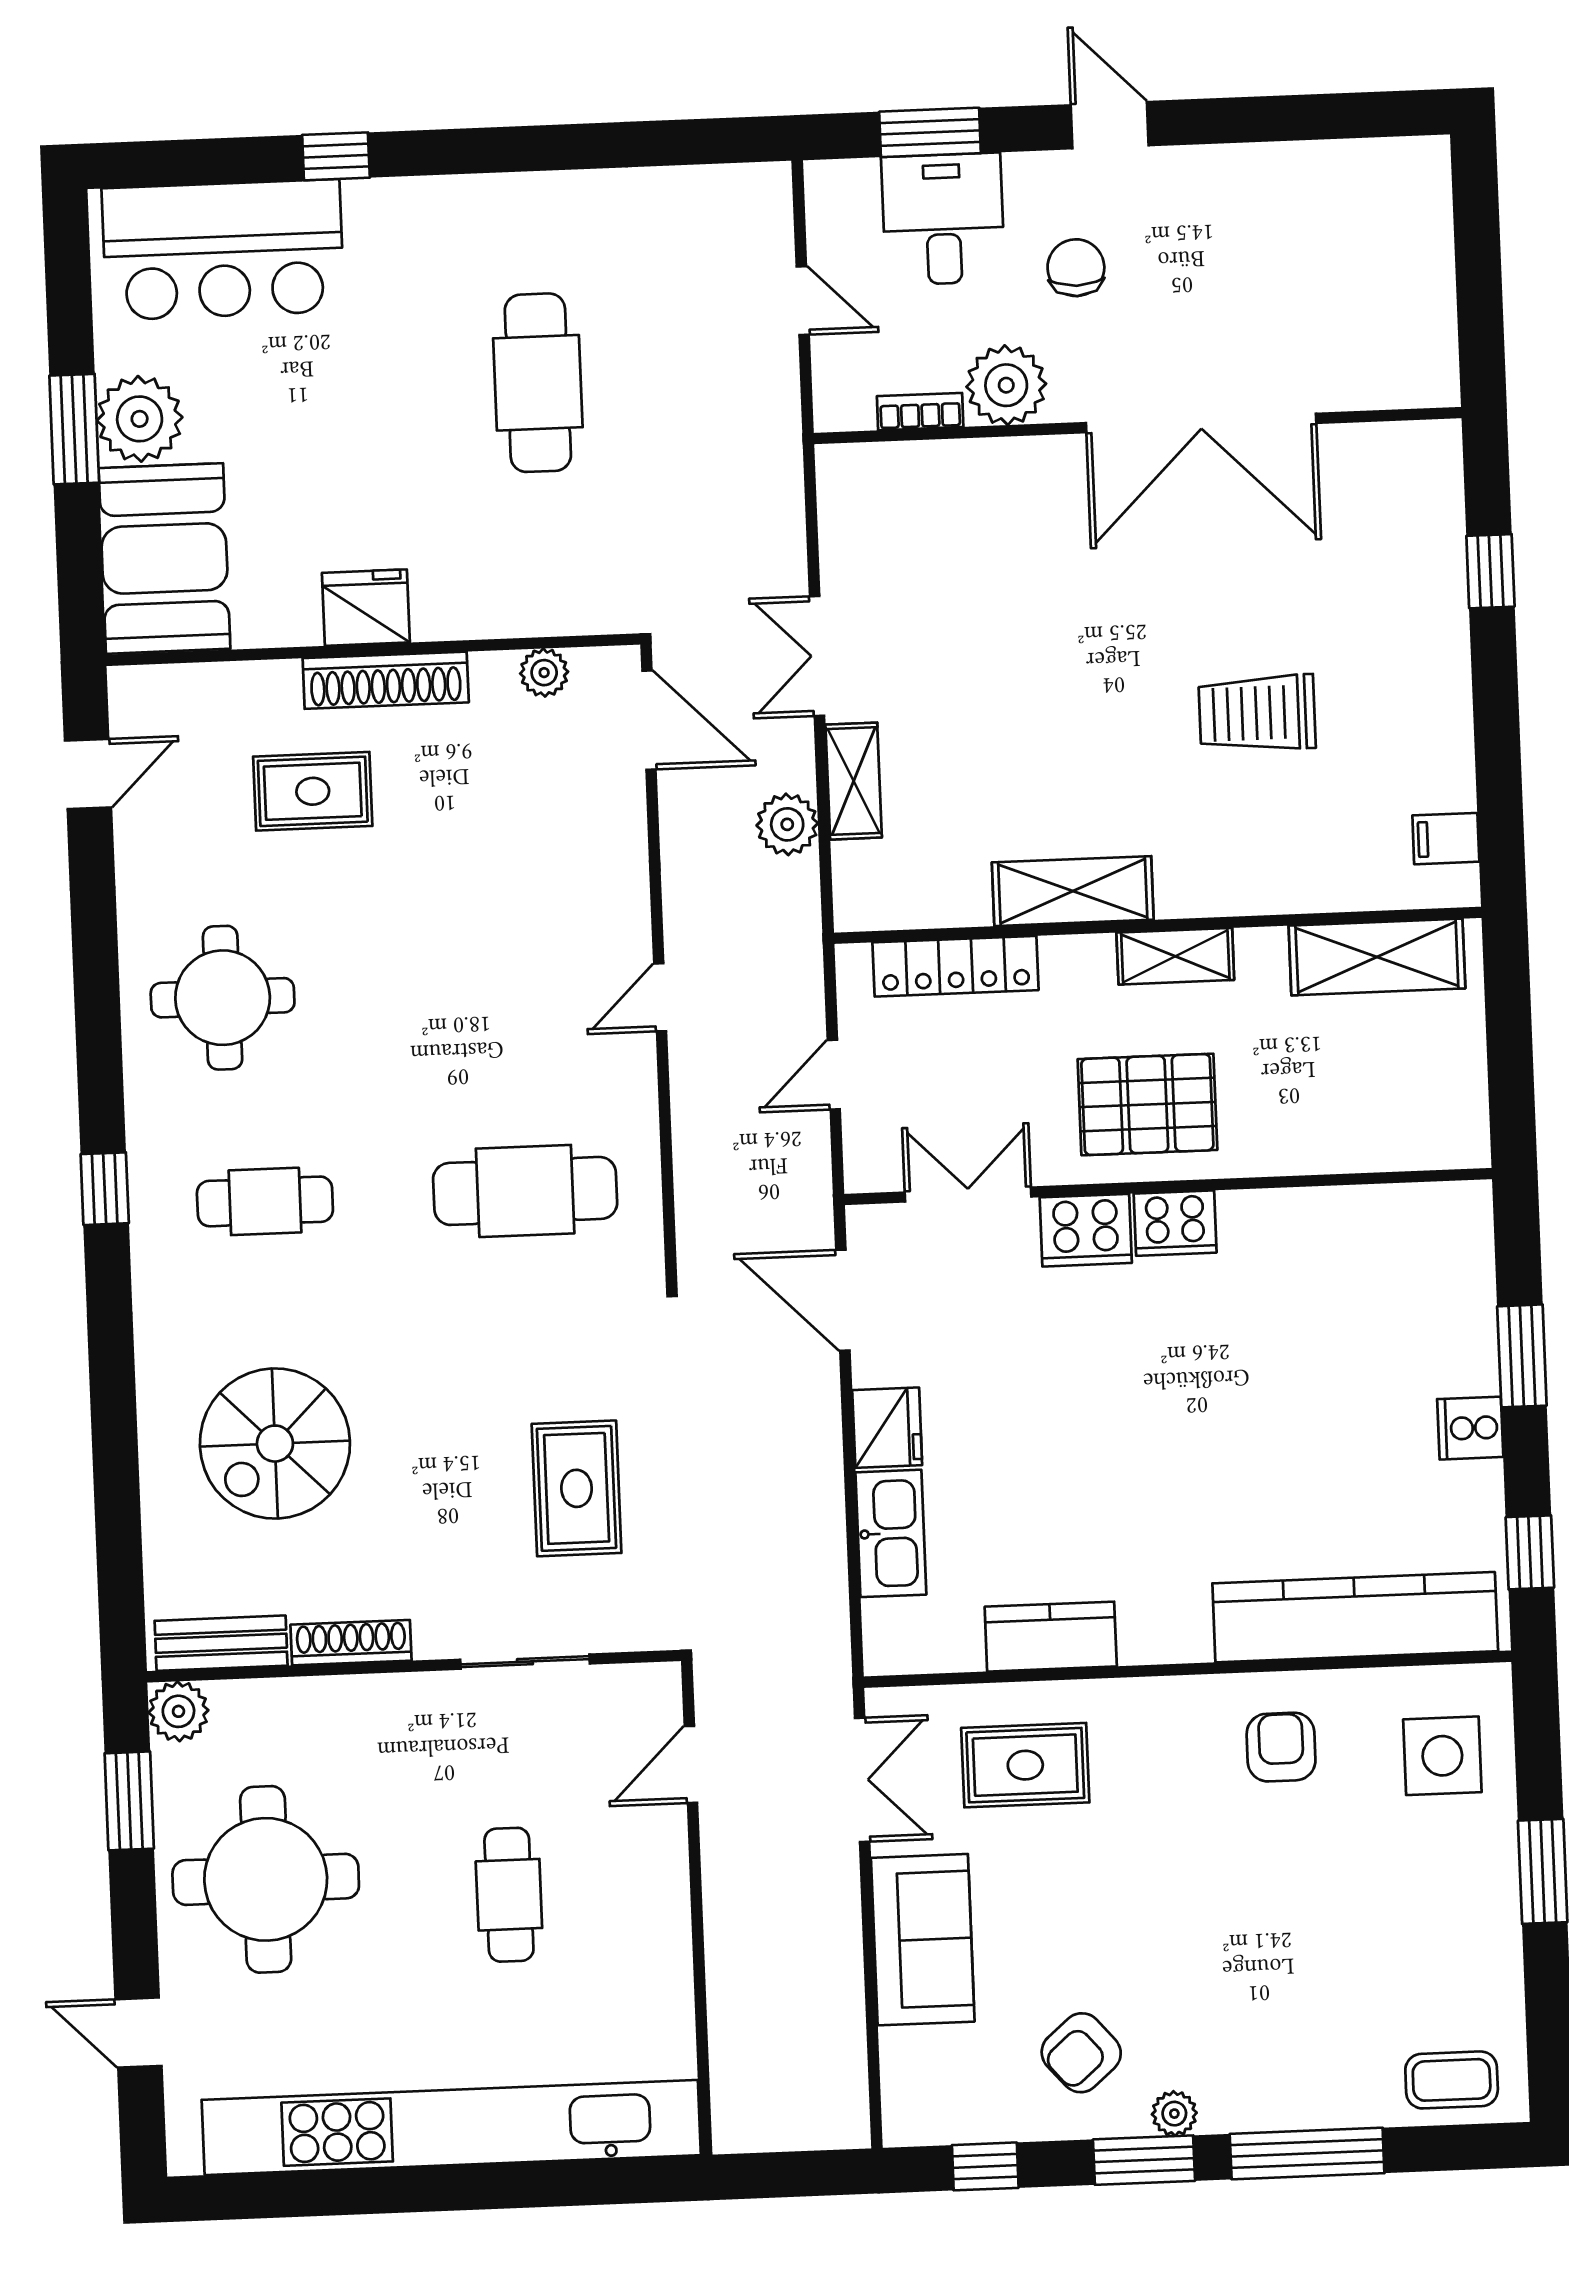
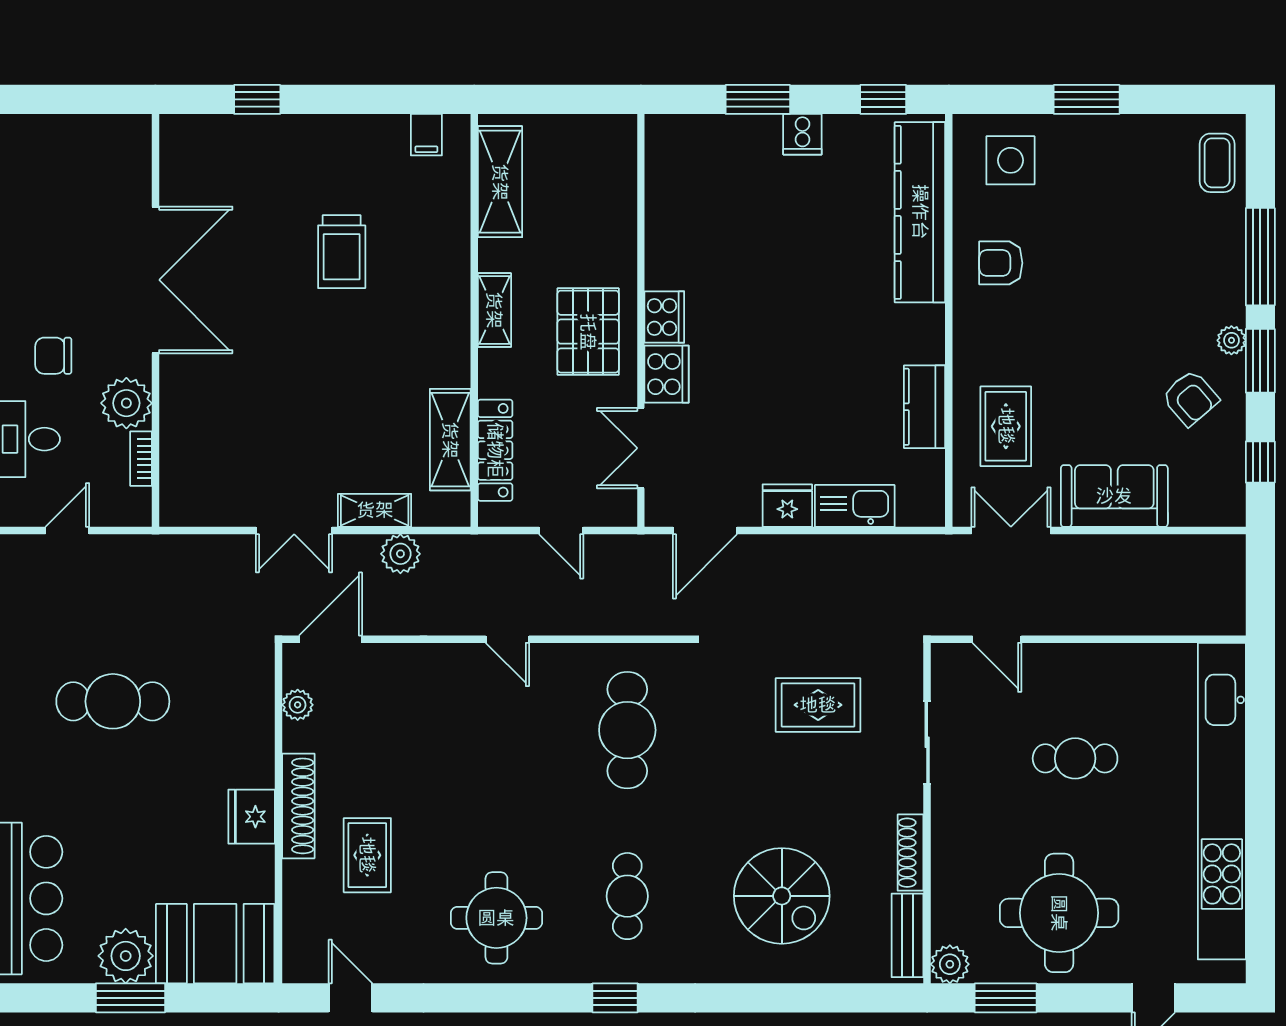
shelving: (1073, 891) -> (450, 440), moved

